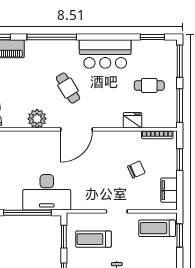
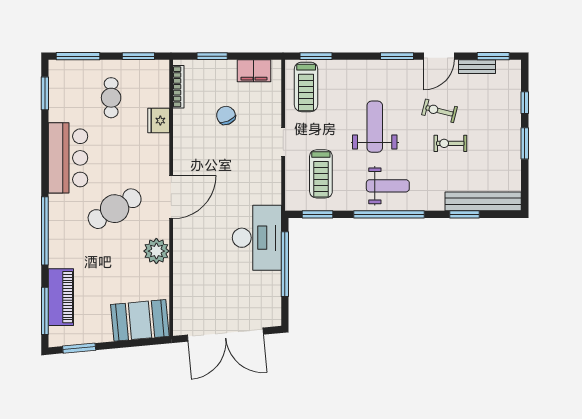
cafe table: (68, 88) -> (115, 209), width x1.37, depth x1.35
window: (180, 105) -> (138, 56), width x0.69
door: (77, 129) -> (171, 197), hinge flipped

